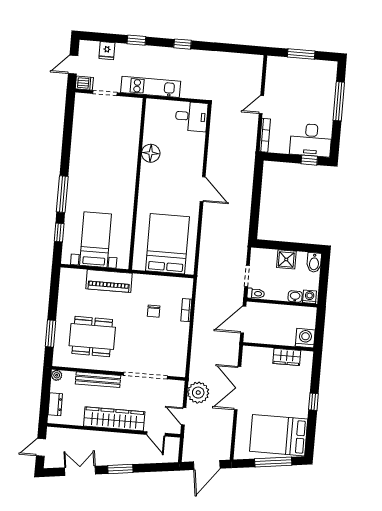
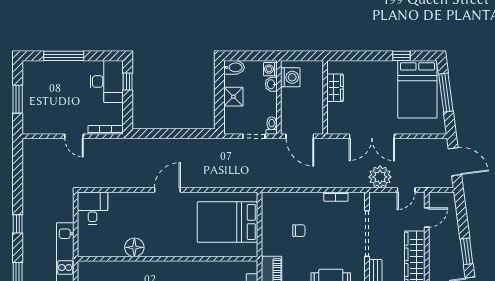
bookcase: (186, 310) -> (336, 197), moved
washing machine: (305, 338) -> (290, 77), moved, turned 180
window: (313, 402) -> (401, 56), moved

